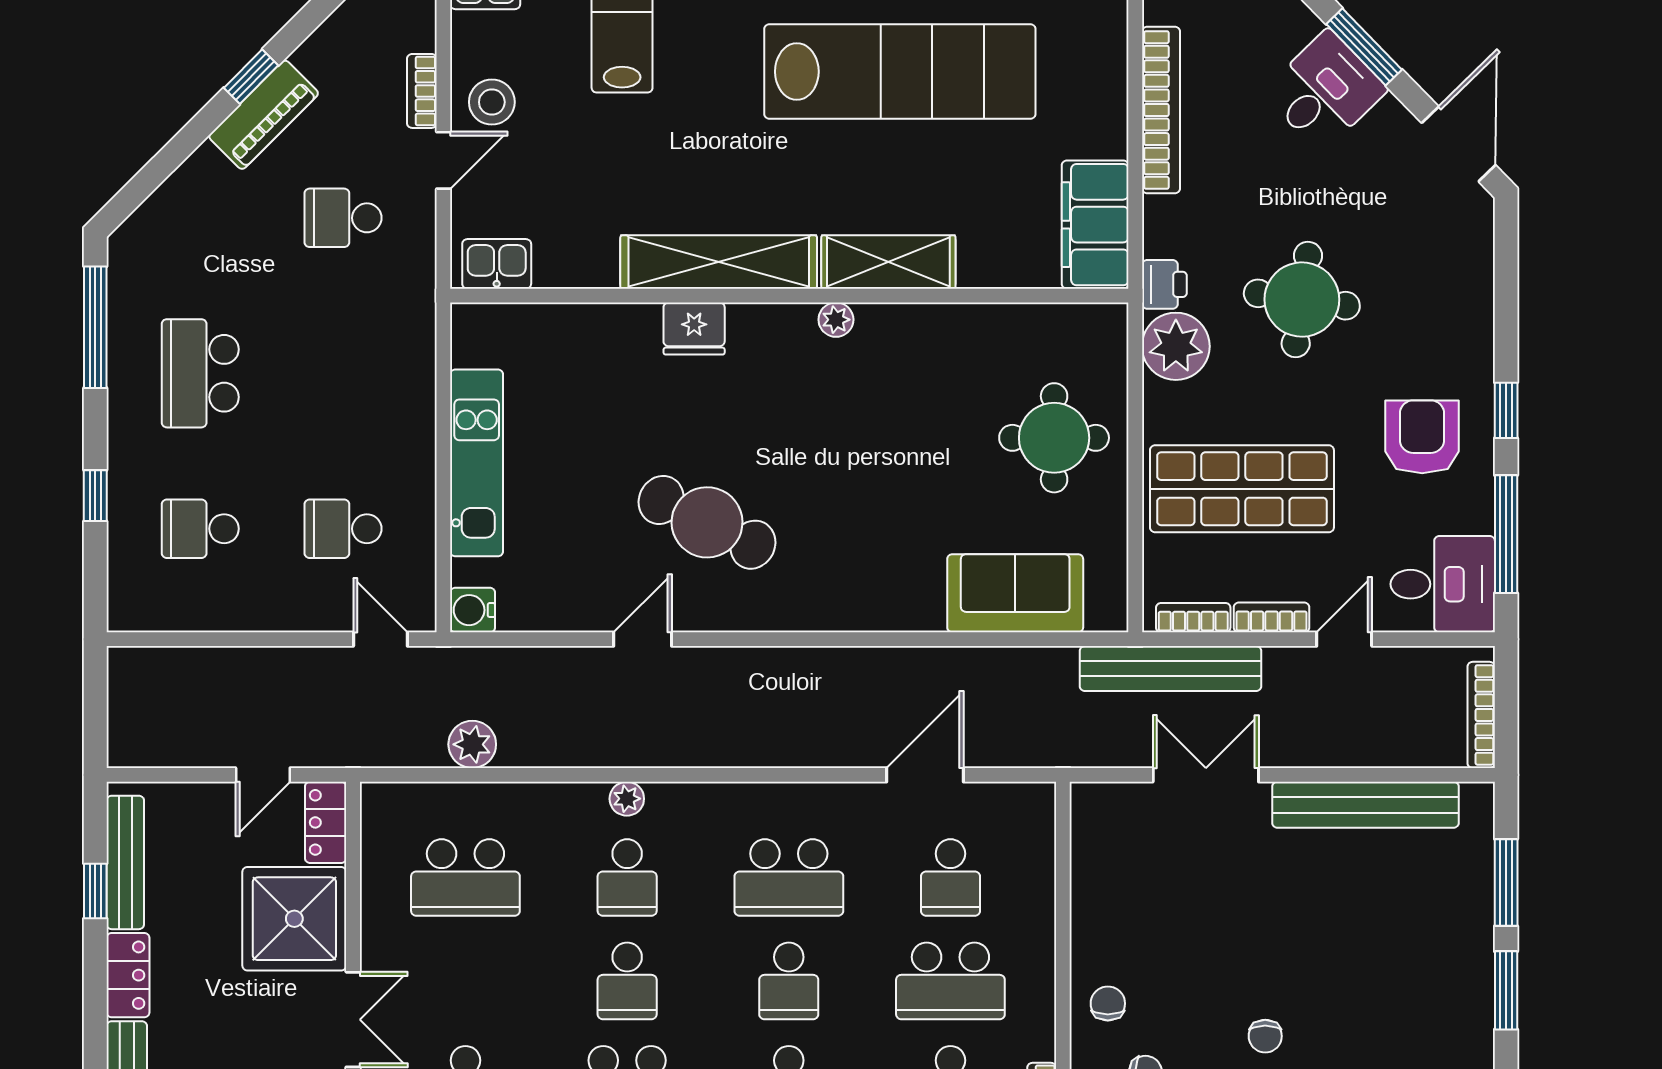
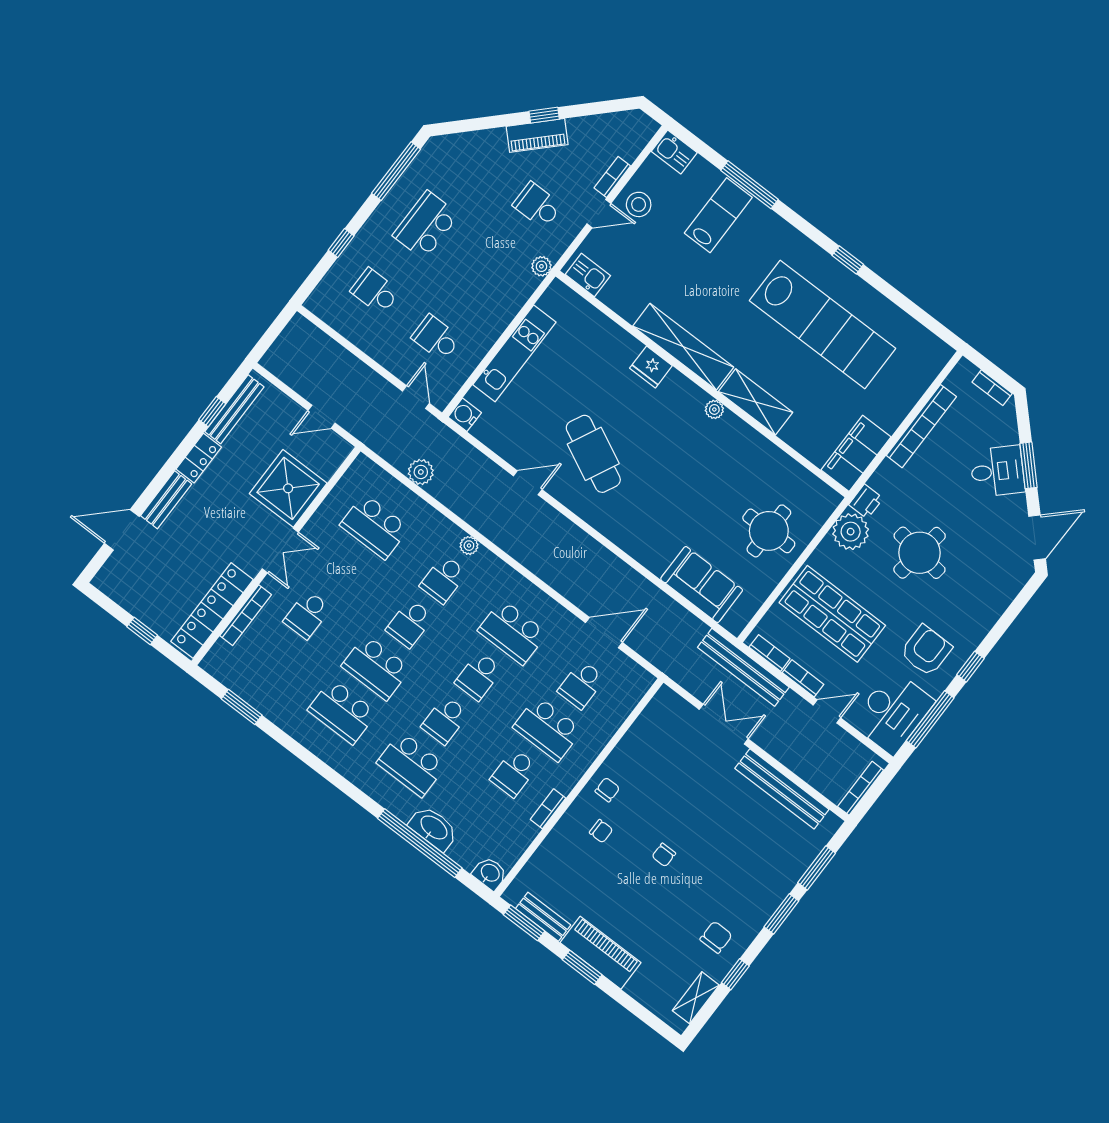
plant: (418, 303) -> (541, 266), added
desk: (1443, 584) -> (893, 712), width x1.37
locker: (326, 822) -> (333, 457), removed

